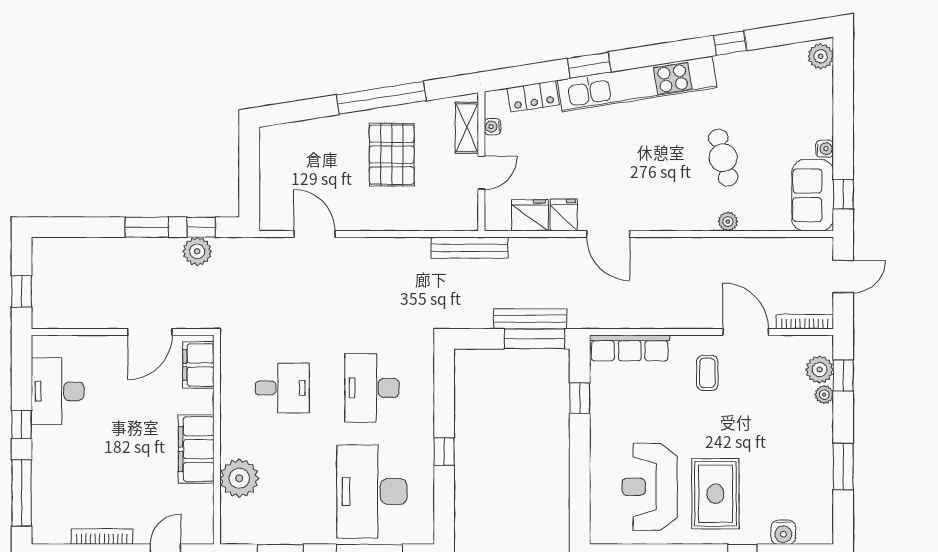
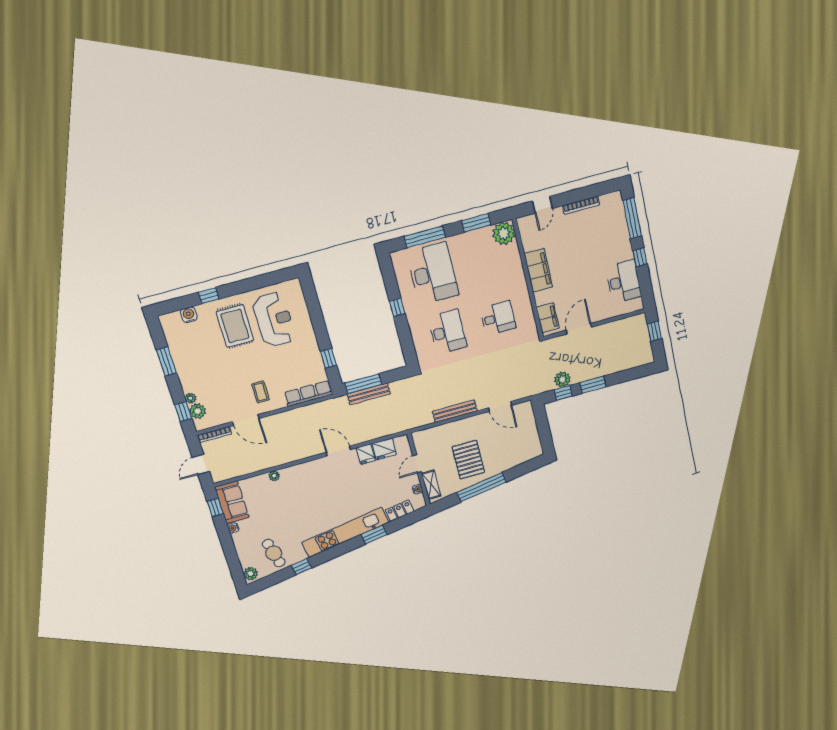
cafe table: (723, 158) -> (274, 553), moved
bench: (470, 248) -> (455, 411), moved
desk: (282, 388) -> (498, 318), turned 180
plant: (239, 478) -> (504, 233), moved

